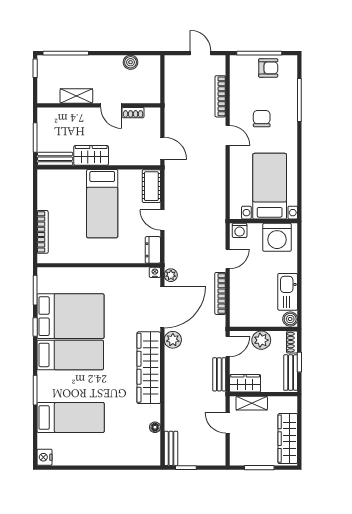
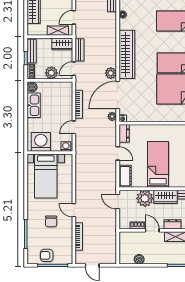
dresser: (81, 114) -> (173, 224), added
plant: (122, 153) -> (145, 198), added
door: (228, 423) -> (74, 17), swing flipped

